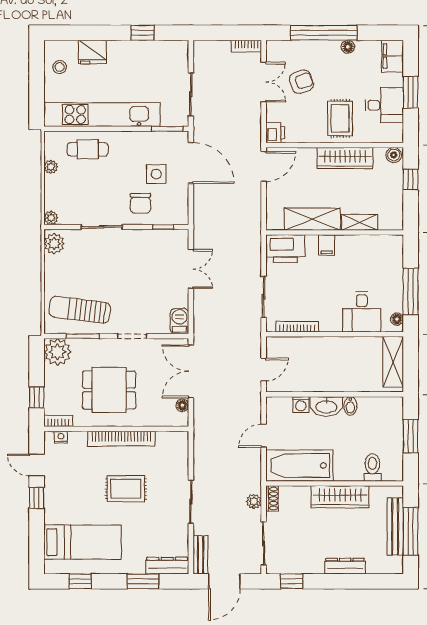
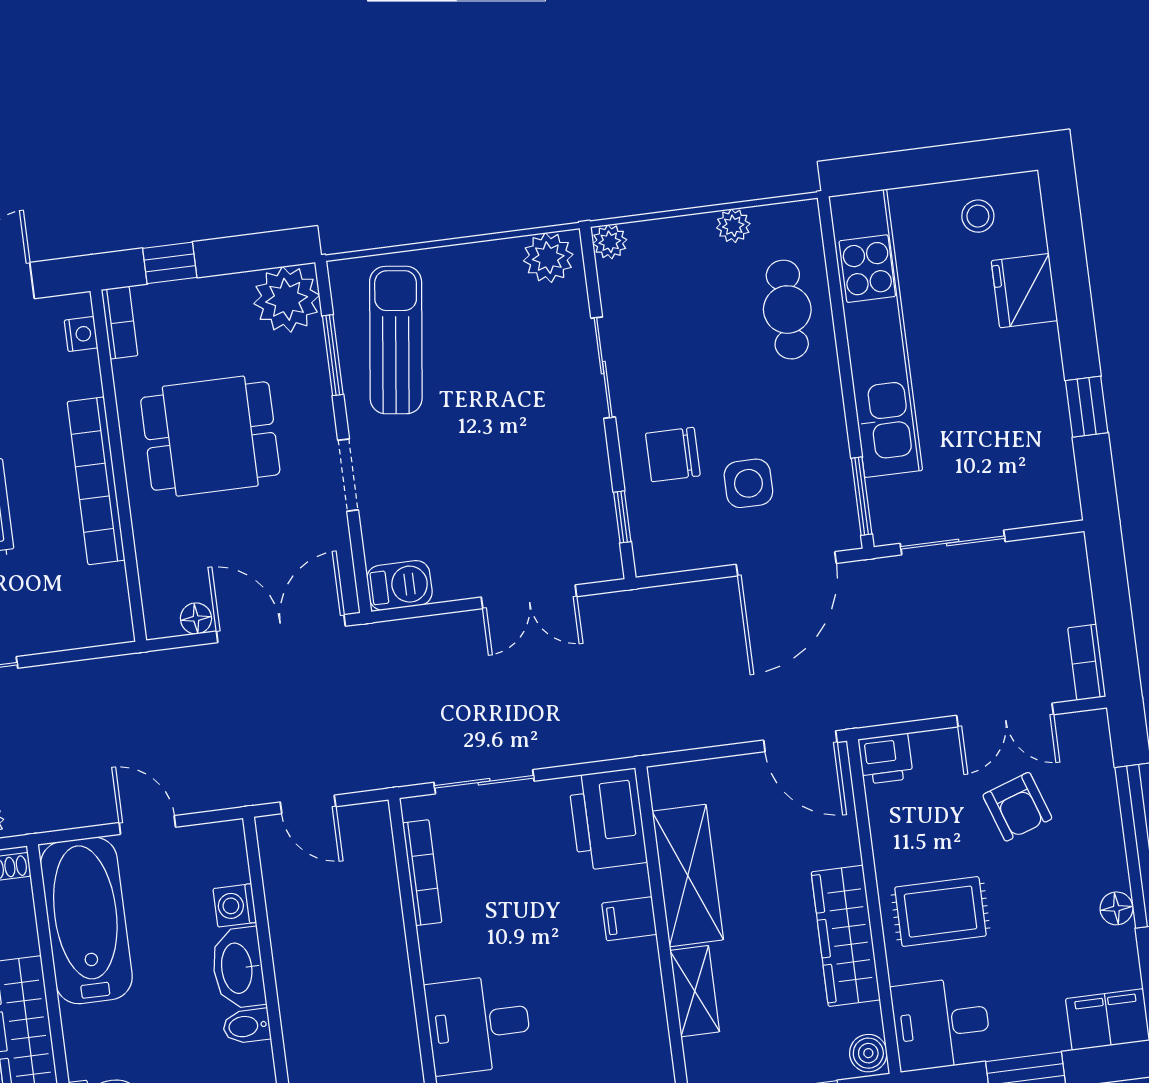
desk: (384, 105) -> (941, 1024), moved, turned 90
dining table: (109, 390) -> (210, 436), turned 90

